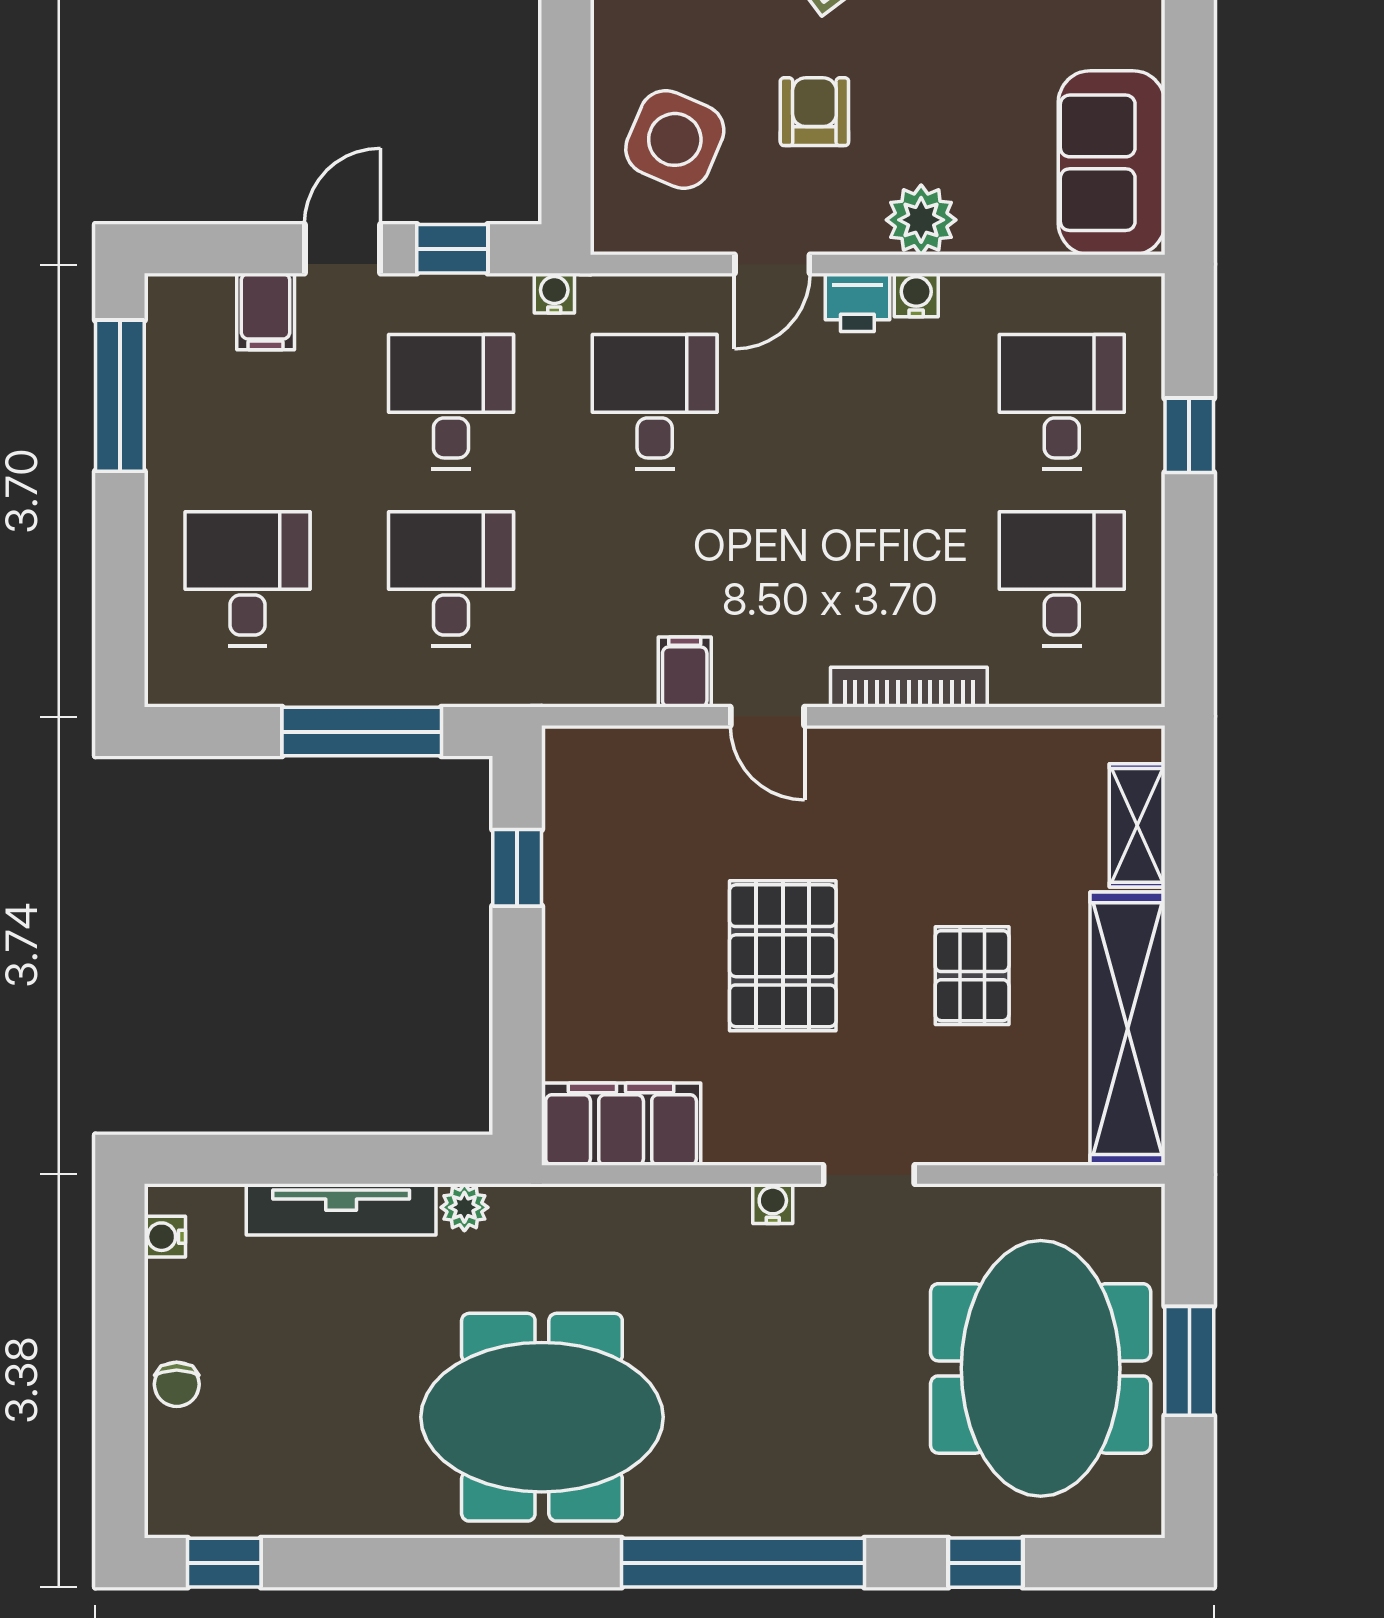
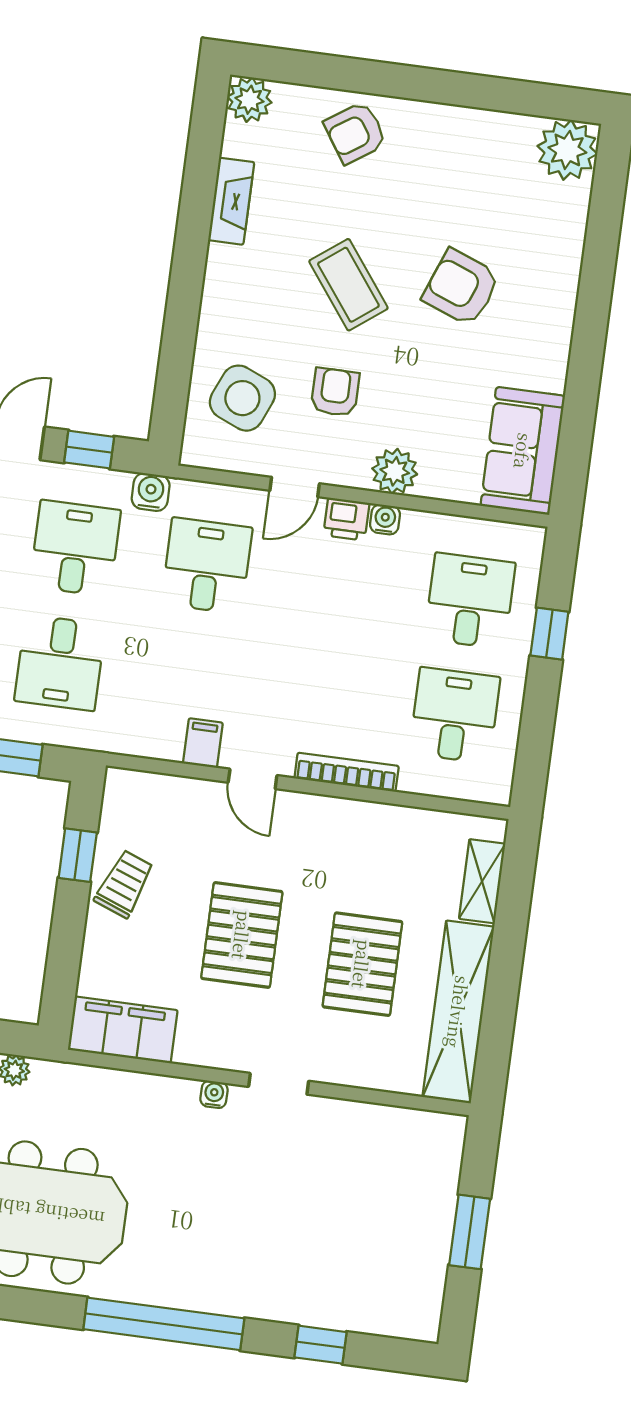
water cooler: (554, 293) -> (151, 492), width x1.38, depth x1.38
desk: (451, 579) -> (60, 663), turned 180
trolley: (594, 902) -> (124, 884), added
pallet: (972, 976) -> (362, 964), width x1.50, depth x1.42
meeting table: (1041, 1368) -> (373, 1224), removed

